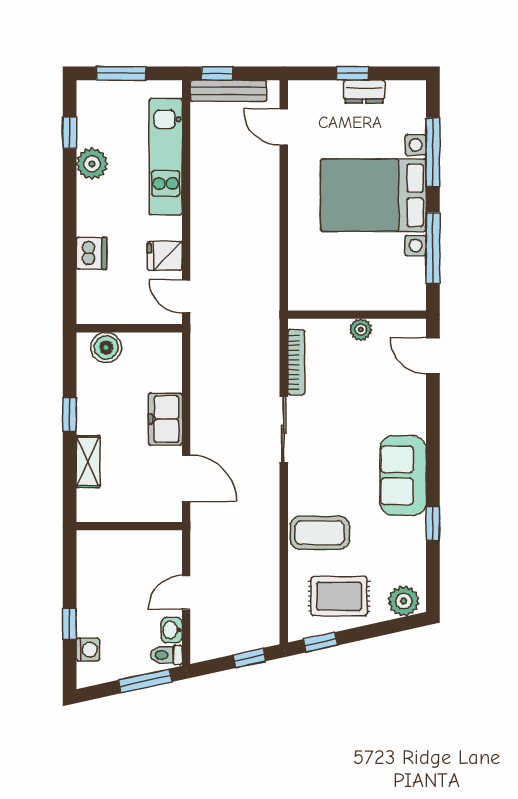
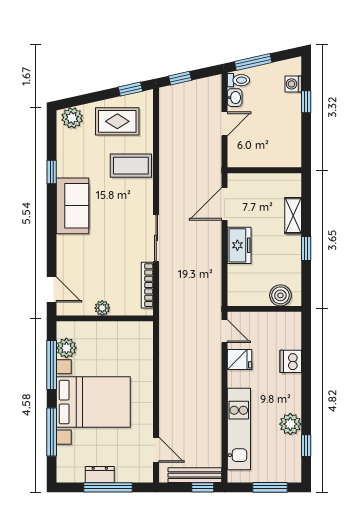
window: (352, 73) -> (108, 487), width x2.17
plant: (412, 272) -> (66, 348), added
door: (186, 478) -> (224, 204), hinge flipped

